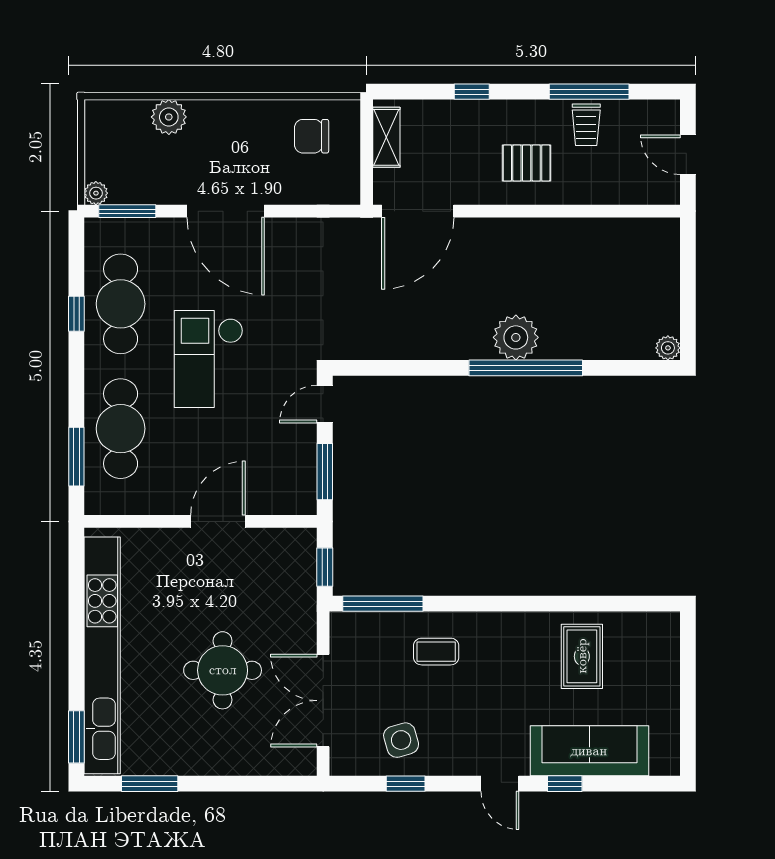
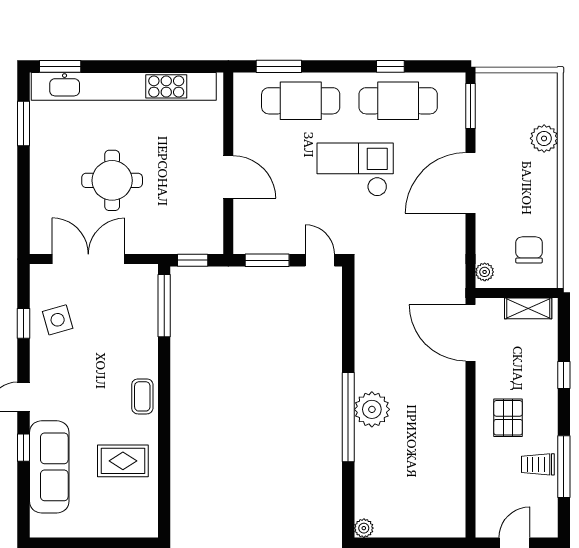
plant: (96, 193) -> (485, 272), moved
coffee table: (436, 652) -> (142, 396), moved

